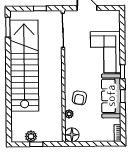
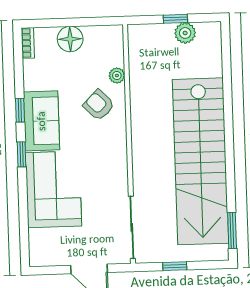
sofa: (111, 96) -> (41, 121), width x0.73
armchair: (79, 98) -> (99, 105), turned -55
floor lamp: (72, 135) -> (70, 39), moved

